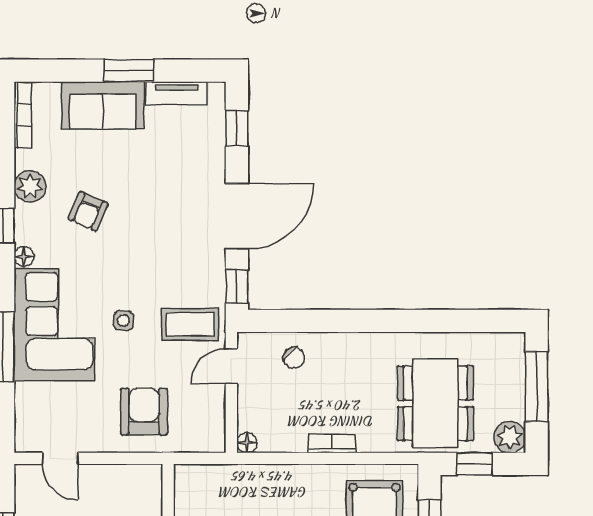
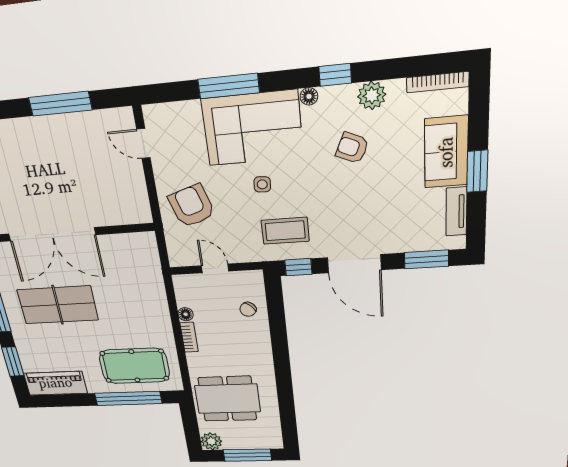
window: (237, 128) -> (426, 259), width x1.50
coffee table: (190, 324) -> (285, 231), moved, turned 90
door: (231, 366) -> (215, 268), moved
armchair: (144, 411) -> (192, 206), turned -108
floor lamp: (247, 443) -> (186, 314), moved
door: (60, 458) -> (143, 144), hinge flipped
window: (474, 464) -> (190, 422), removed

